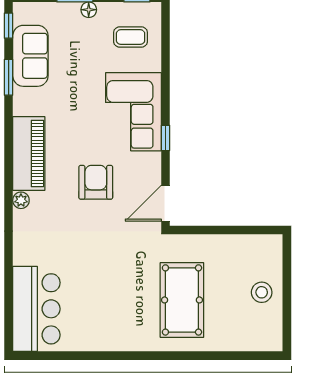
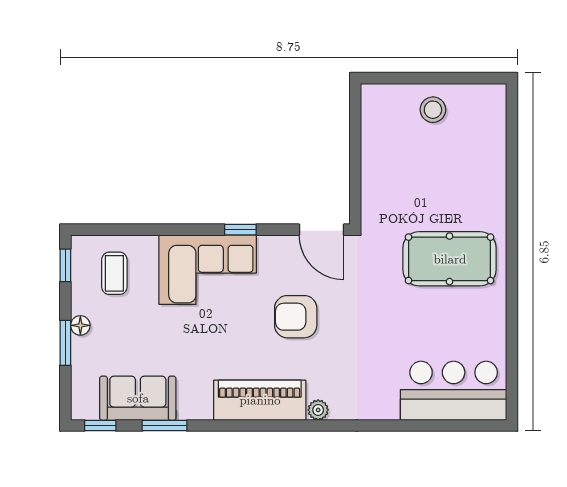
pool table: (182, 300) -> (450, 259), moved

